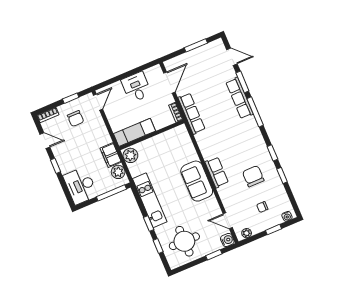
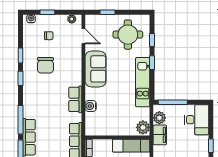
row of seats: (217, 172) -> (75, 99), moved
sofa: (197, 181) -> (96, 69), moved
water cooler: (227, 240) -> (91, 106), moved

